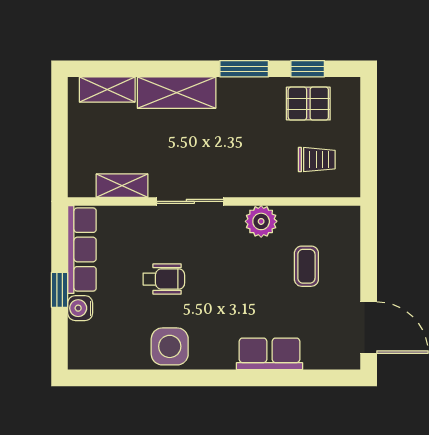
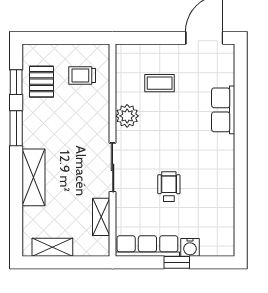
shelving: (107, 90) -> (52, 247), moved, turned 90
trolley: (317, 160) -> (82, 76), turned -90
side table: (170, 346) -> (218, 182), removed

